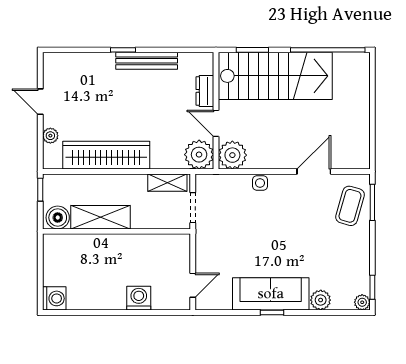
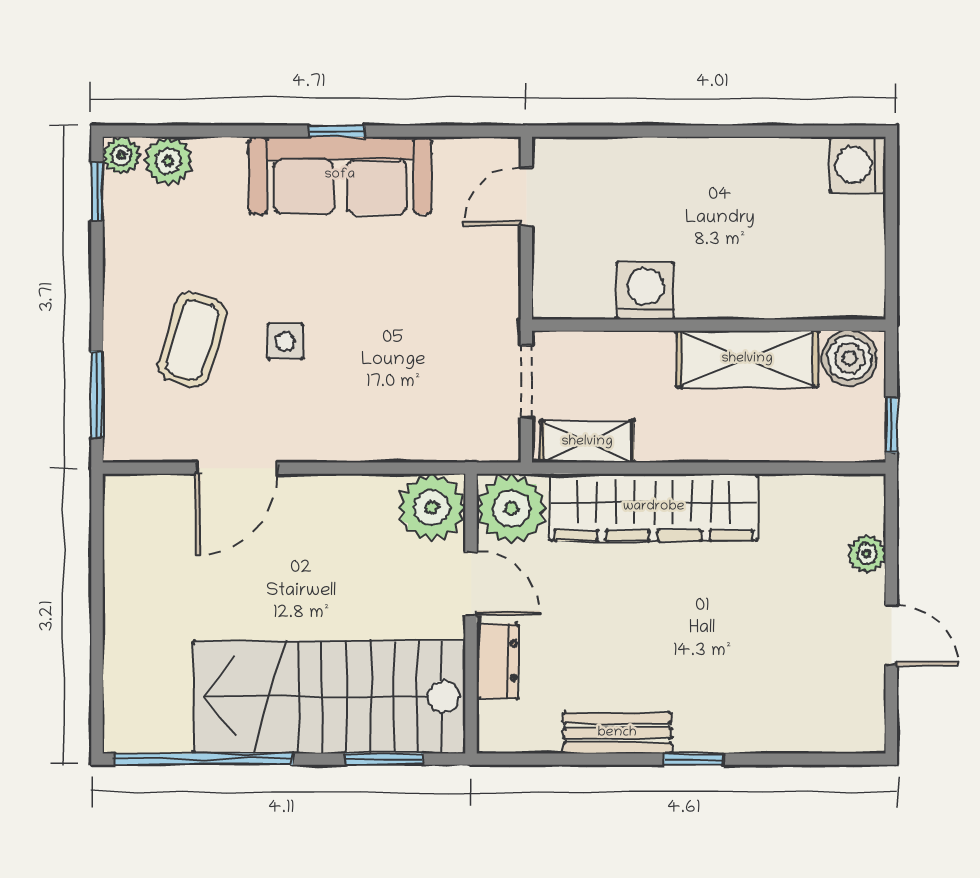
bench: (147, 61) -> (617, 733), width x0.73
wardrobe: (106, 155) -> (654, 507), moved
side table: (260, 183) -> (285, 342), moved
coffee table: (350, 206) -> (192, 339), moved
washing machine: (139, 298) -> (645, 291), moved, turned 180
plant: (321, 300) -> (168, 161), moved

